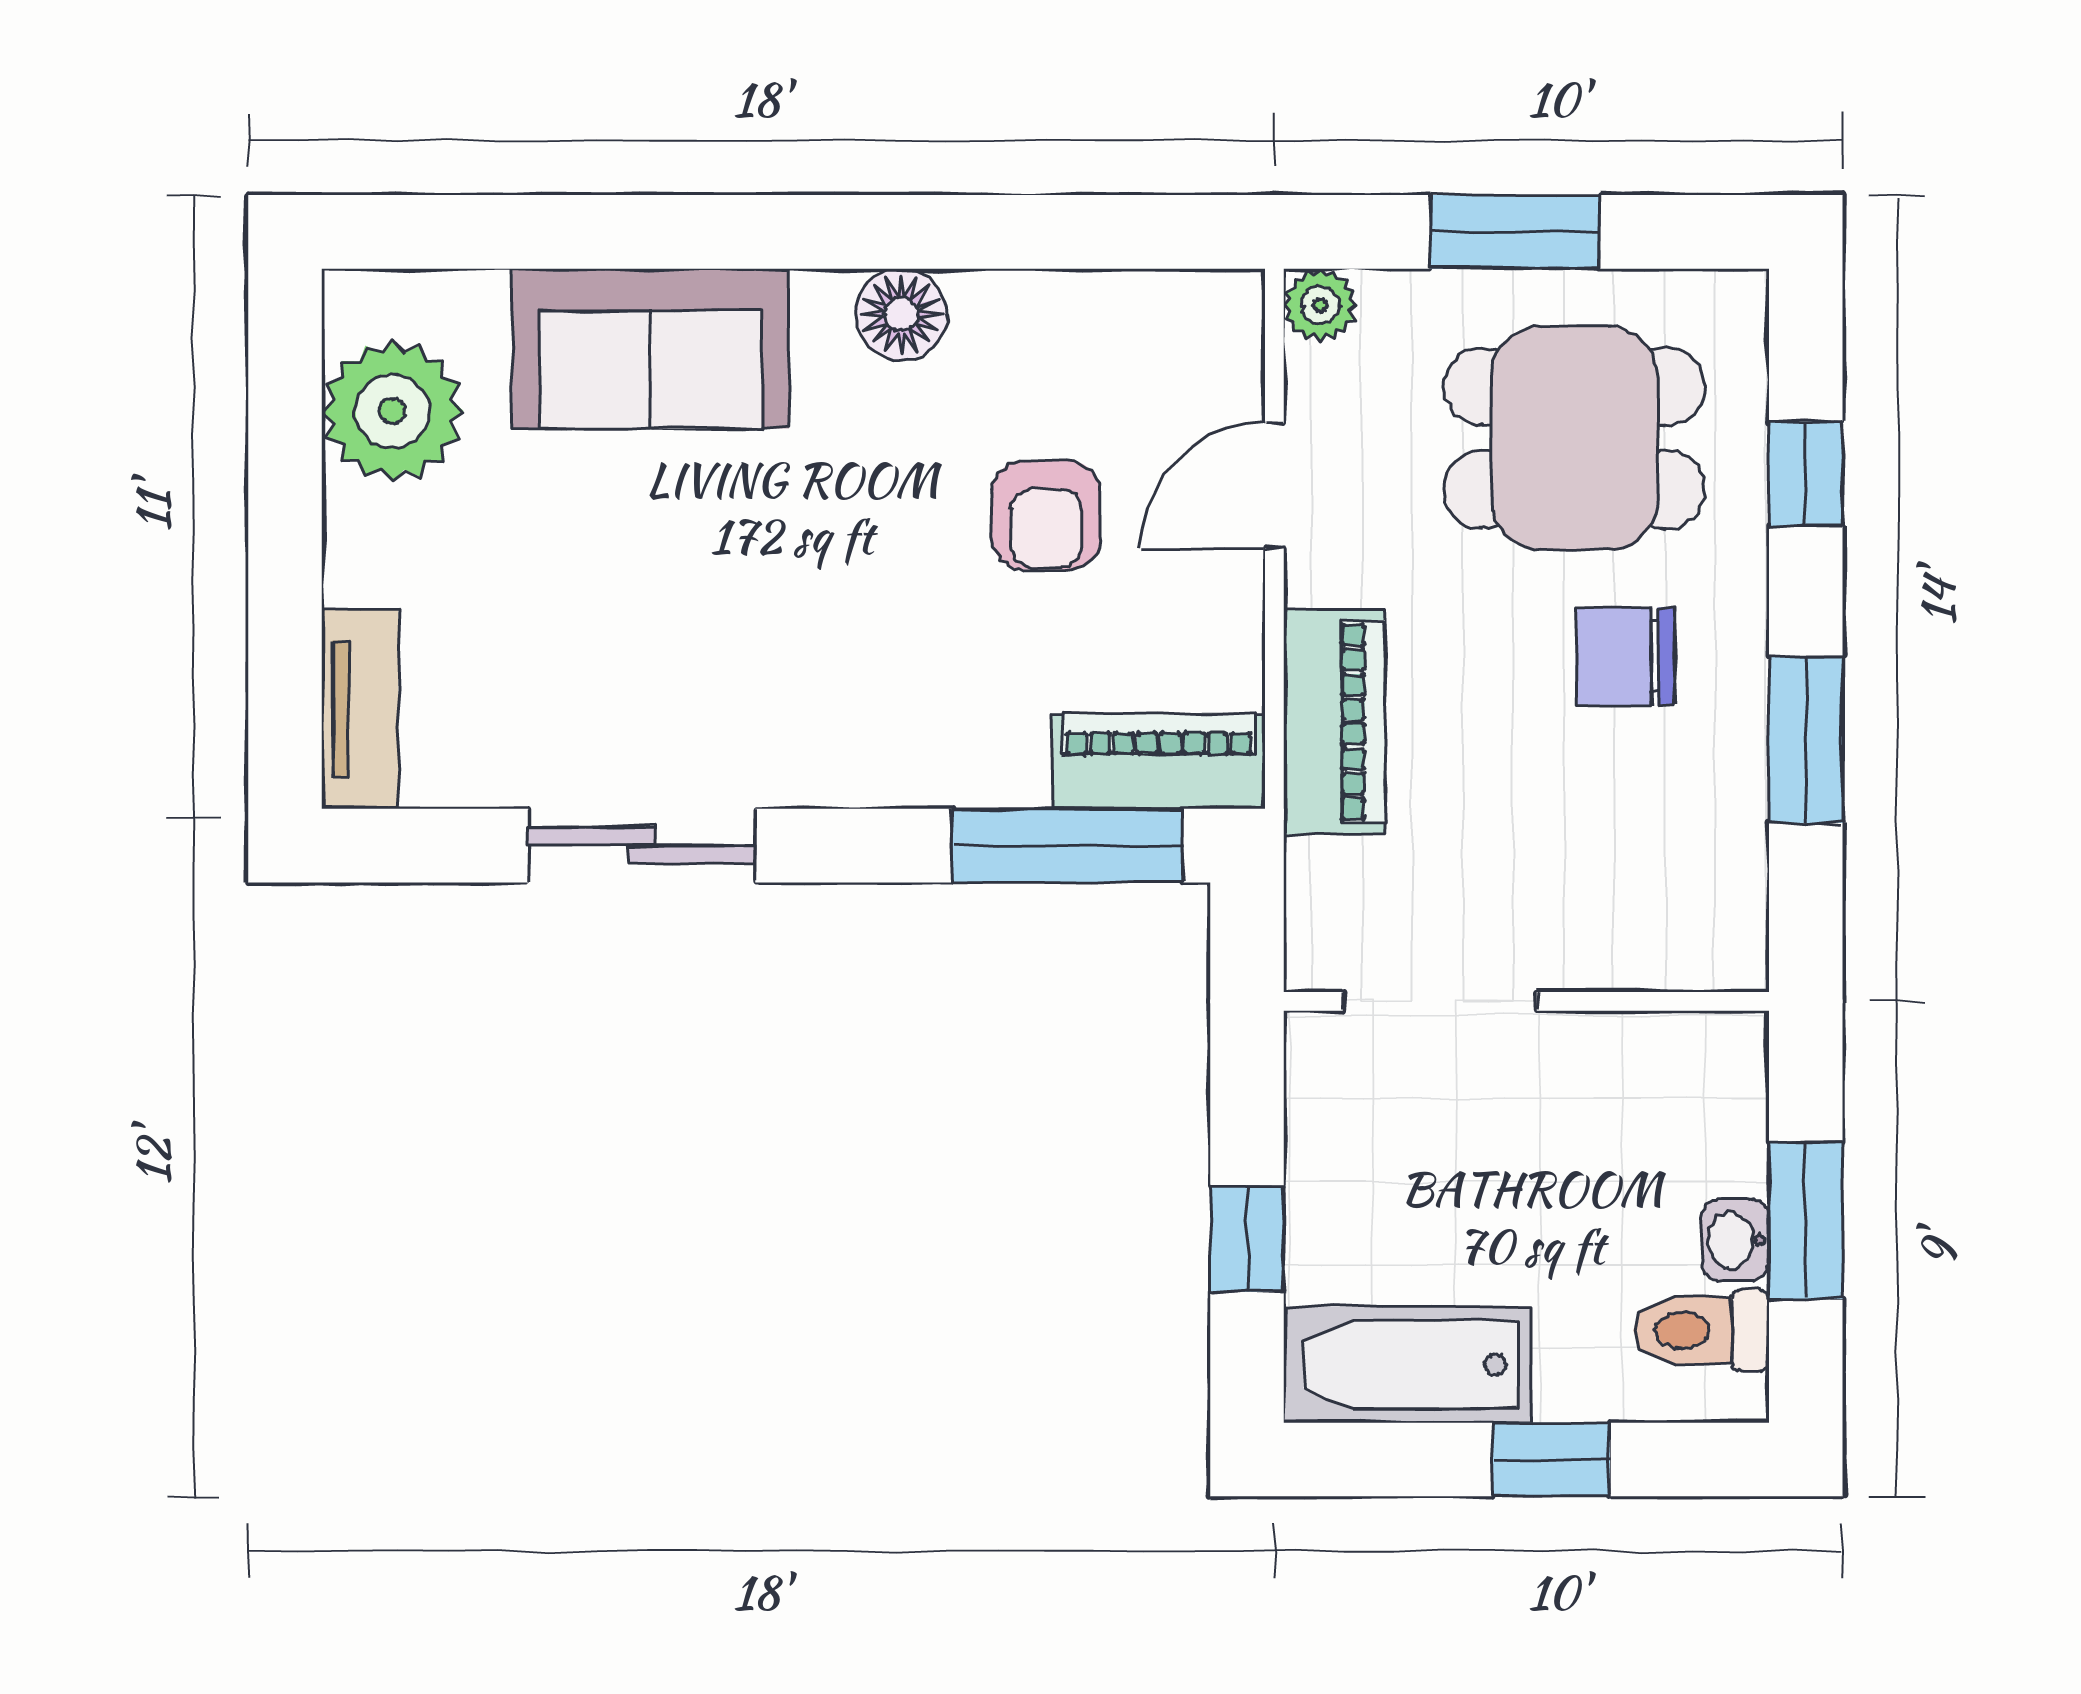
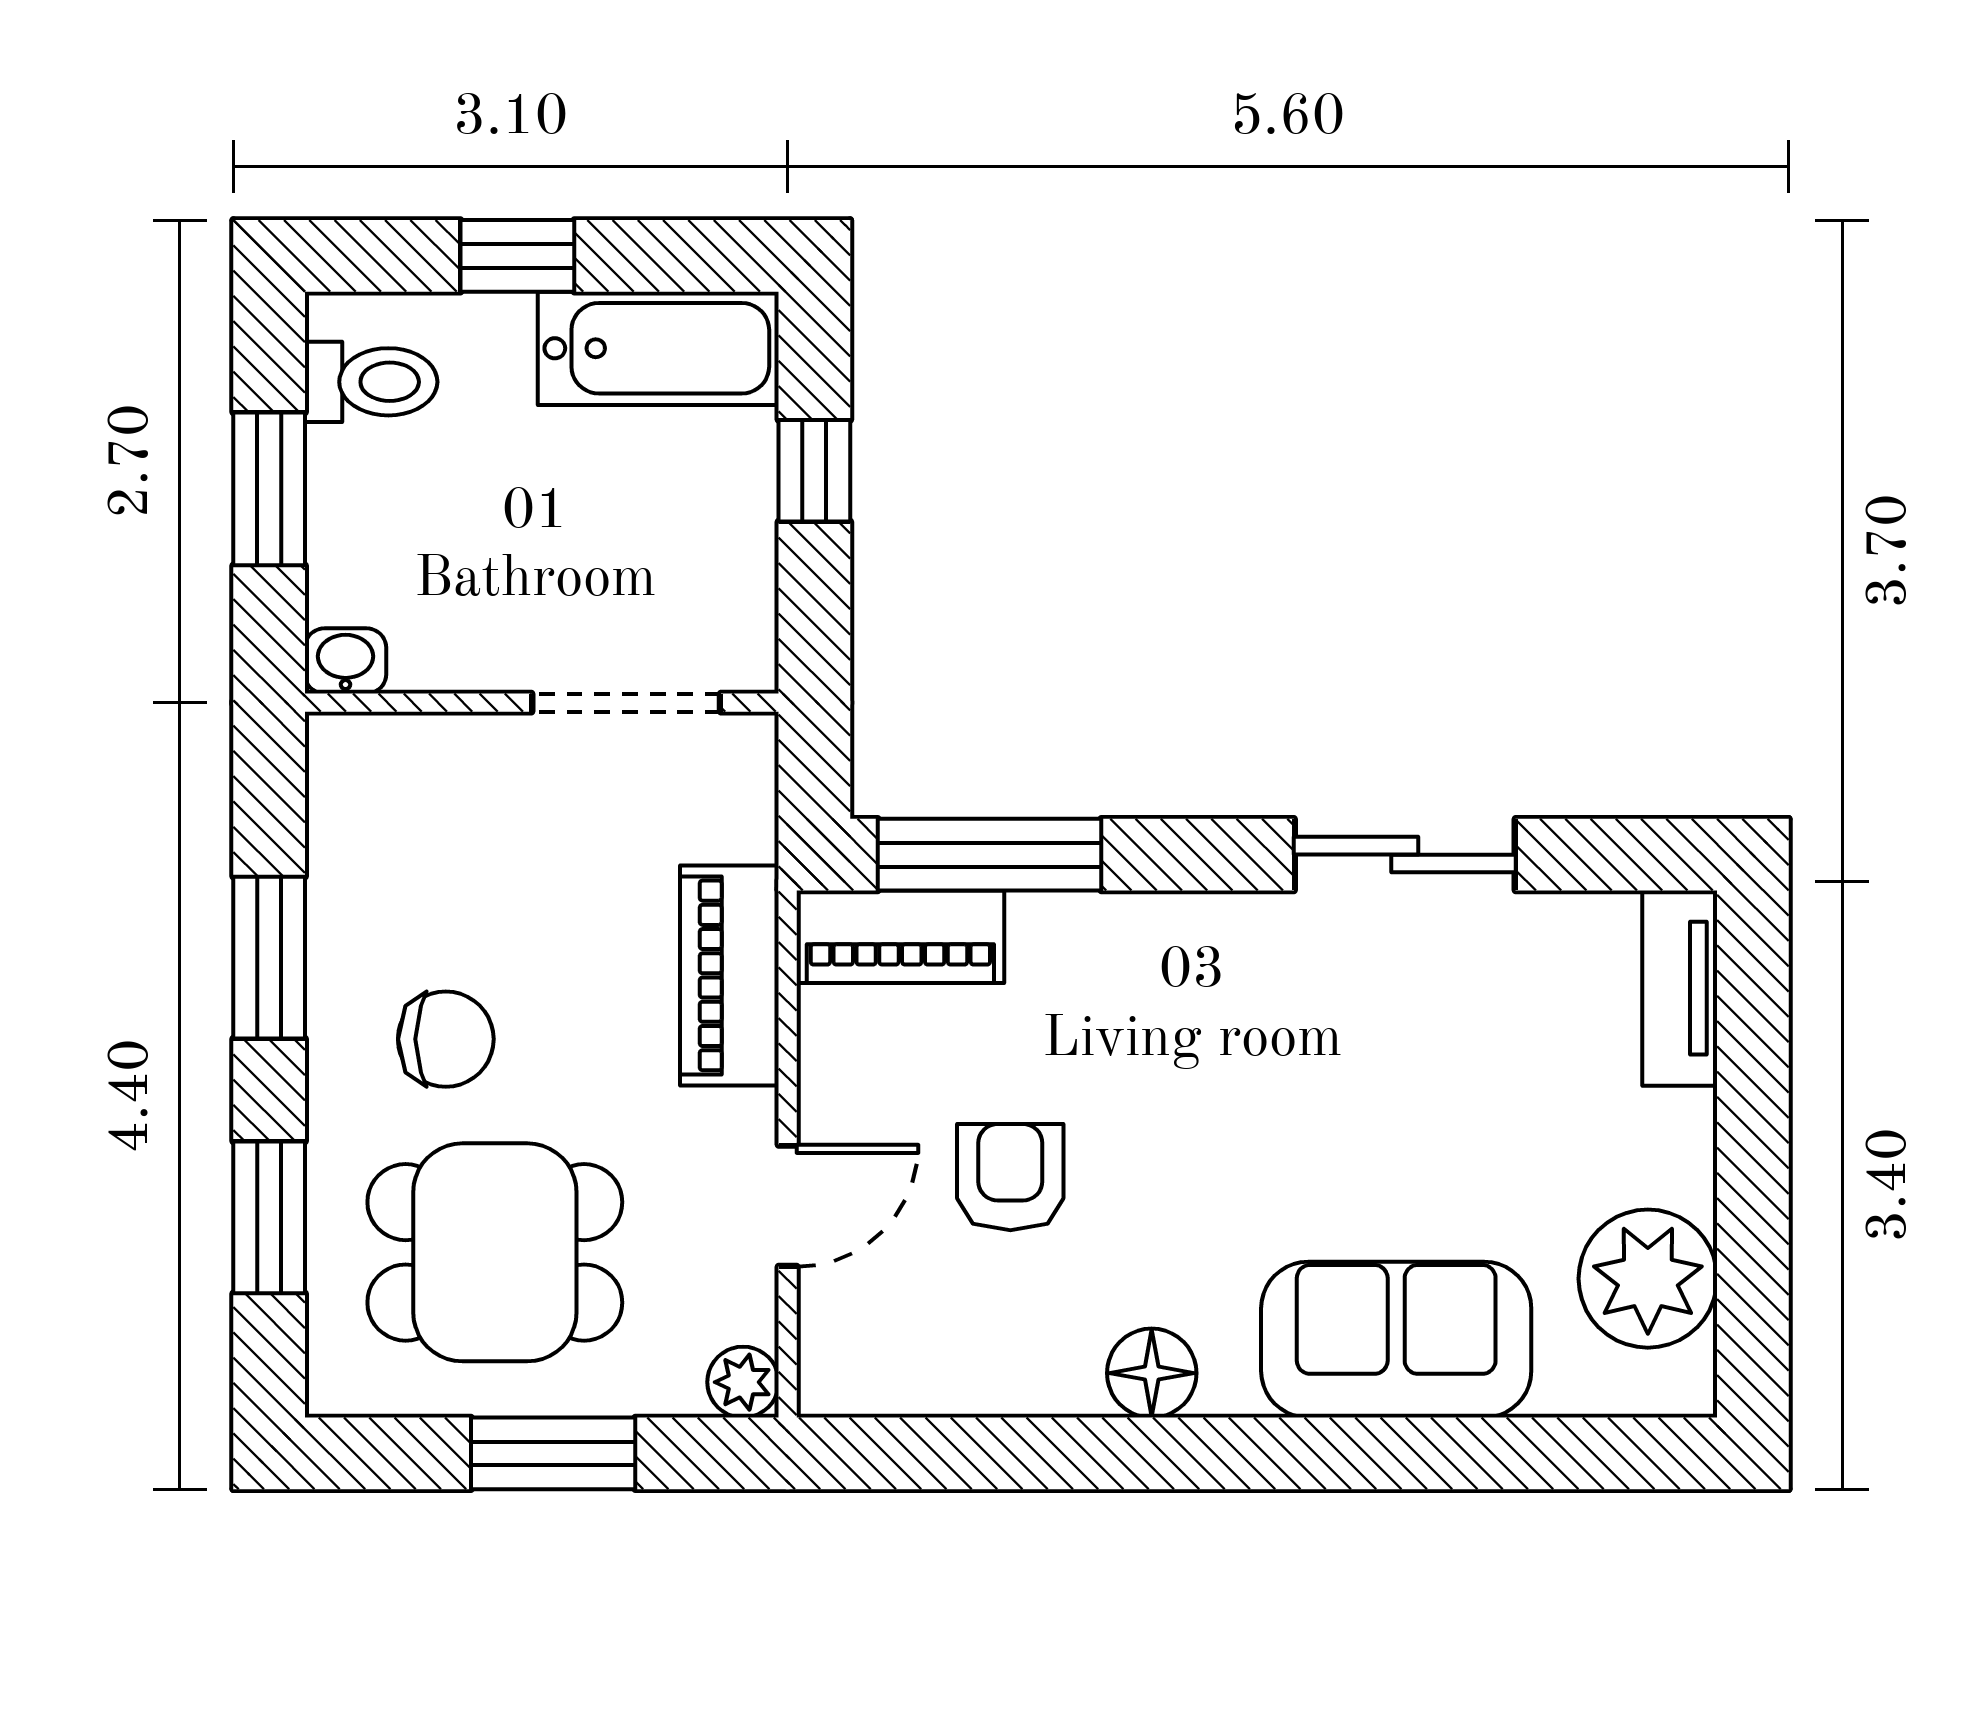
window: (1806, 474) -> (269, 1217), width x1.50
washbasin: (1735, 1240) -> (346, 661), moved, turned -90

